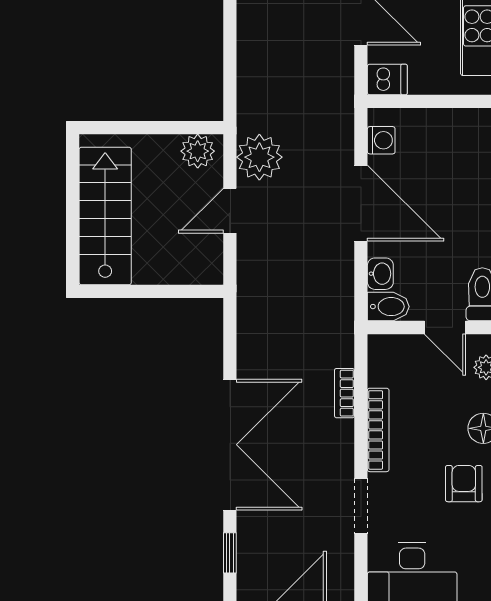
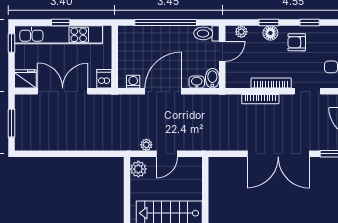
plant: (259, 157) -> (146, 145), width x0.53, depth x0.53
door: (230, 211) -> (167, 154), hinge flipped
bookcase: (344, 393) -> (260, 99), width x1.56
double door: (230, 445) -> (278, 154), swing flipped

